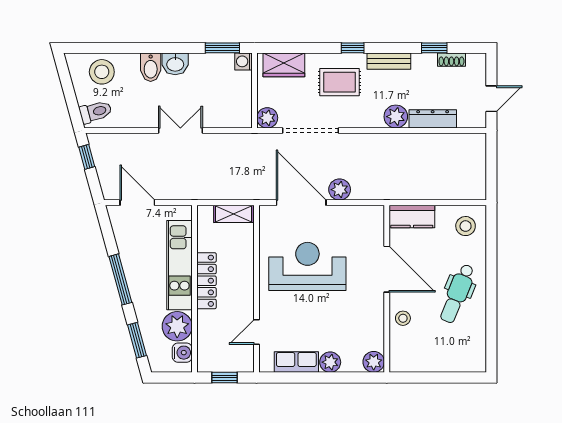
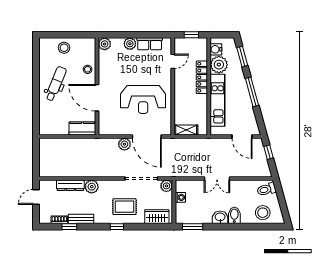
washing machine: (244, 61) -> (180, 197), moved
bench: (389, 61) -> (81, 219), moved
window: (87, 157) -> (268, 152), moved
stool: (466, 226) -> (64, 48), moved
locker: (206, 281) -> (202, 77), moved

